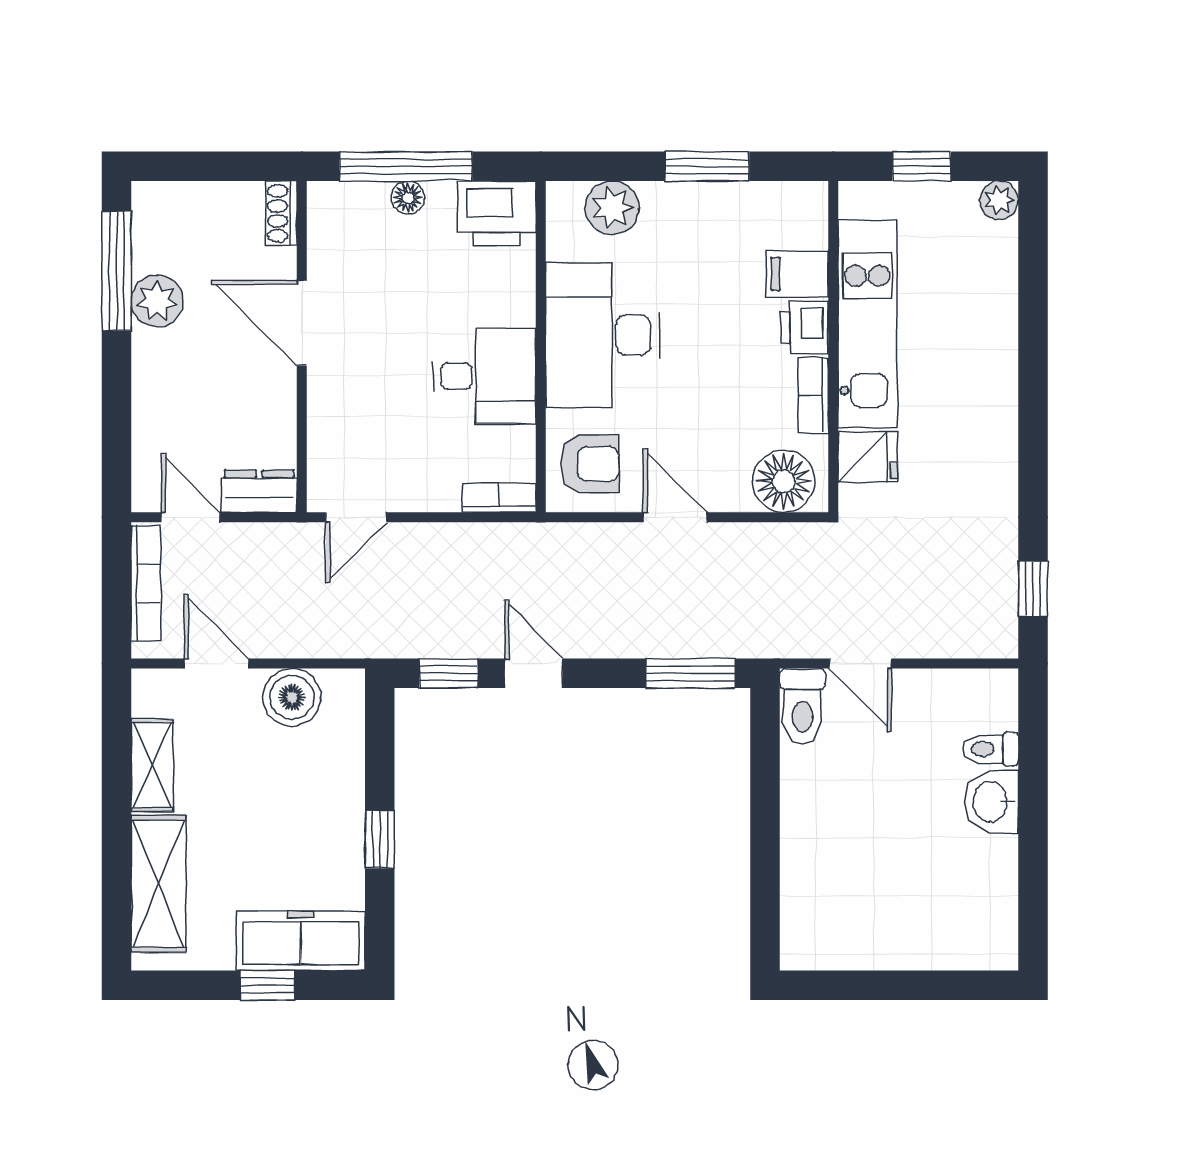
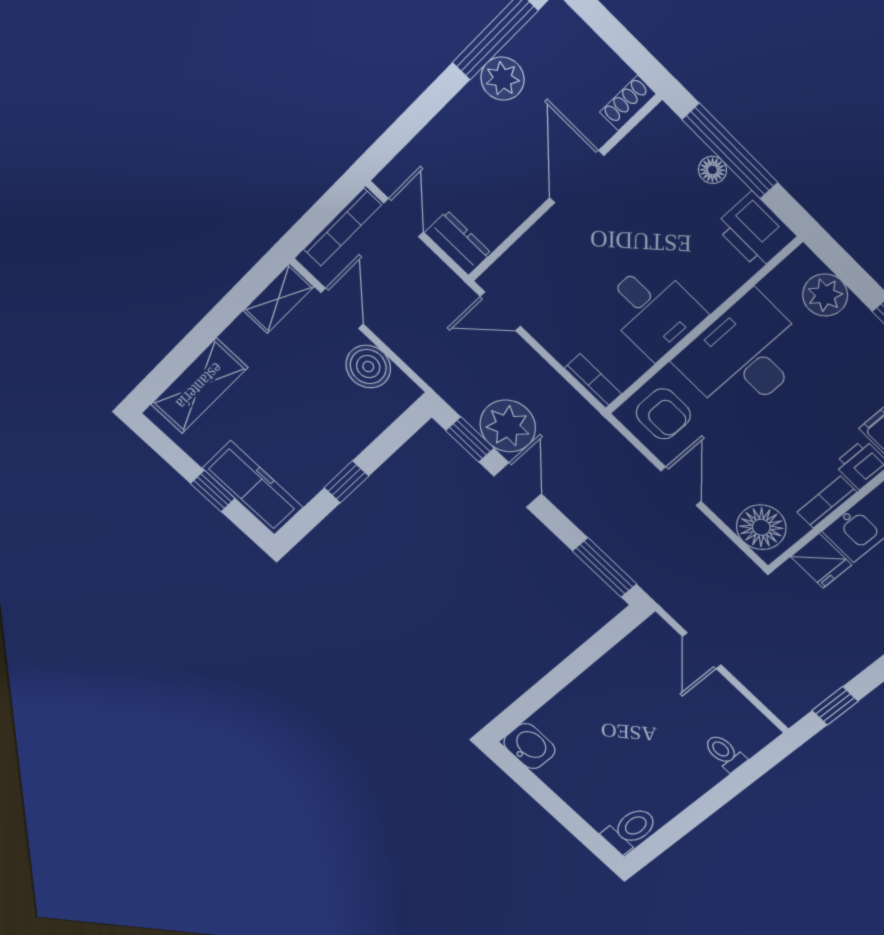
plant: (469, 623) -> (508, 426), added
toilet: (802, 706) -> (630, 830), moved, turned 180
shelving: (152, 765) -> (278, 299), moved
washbasin: (992, 802) -> (529, 746), moved, turned 90

